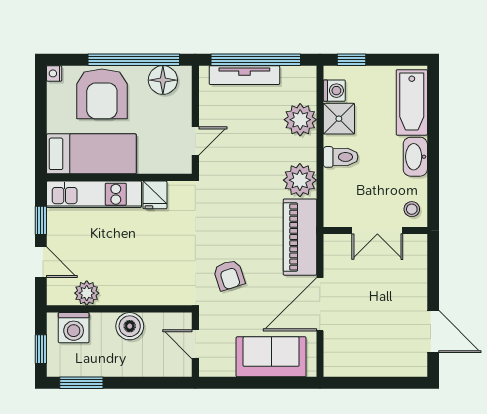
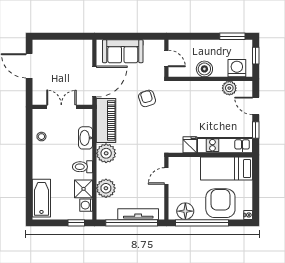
washbasin: (415, 157) -> (86, 138), moved, turned 180
wall: (375, 230) -> (62, 107), moved
double door: (377, 230) -> (61, 107), moved

